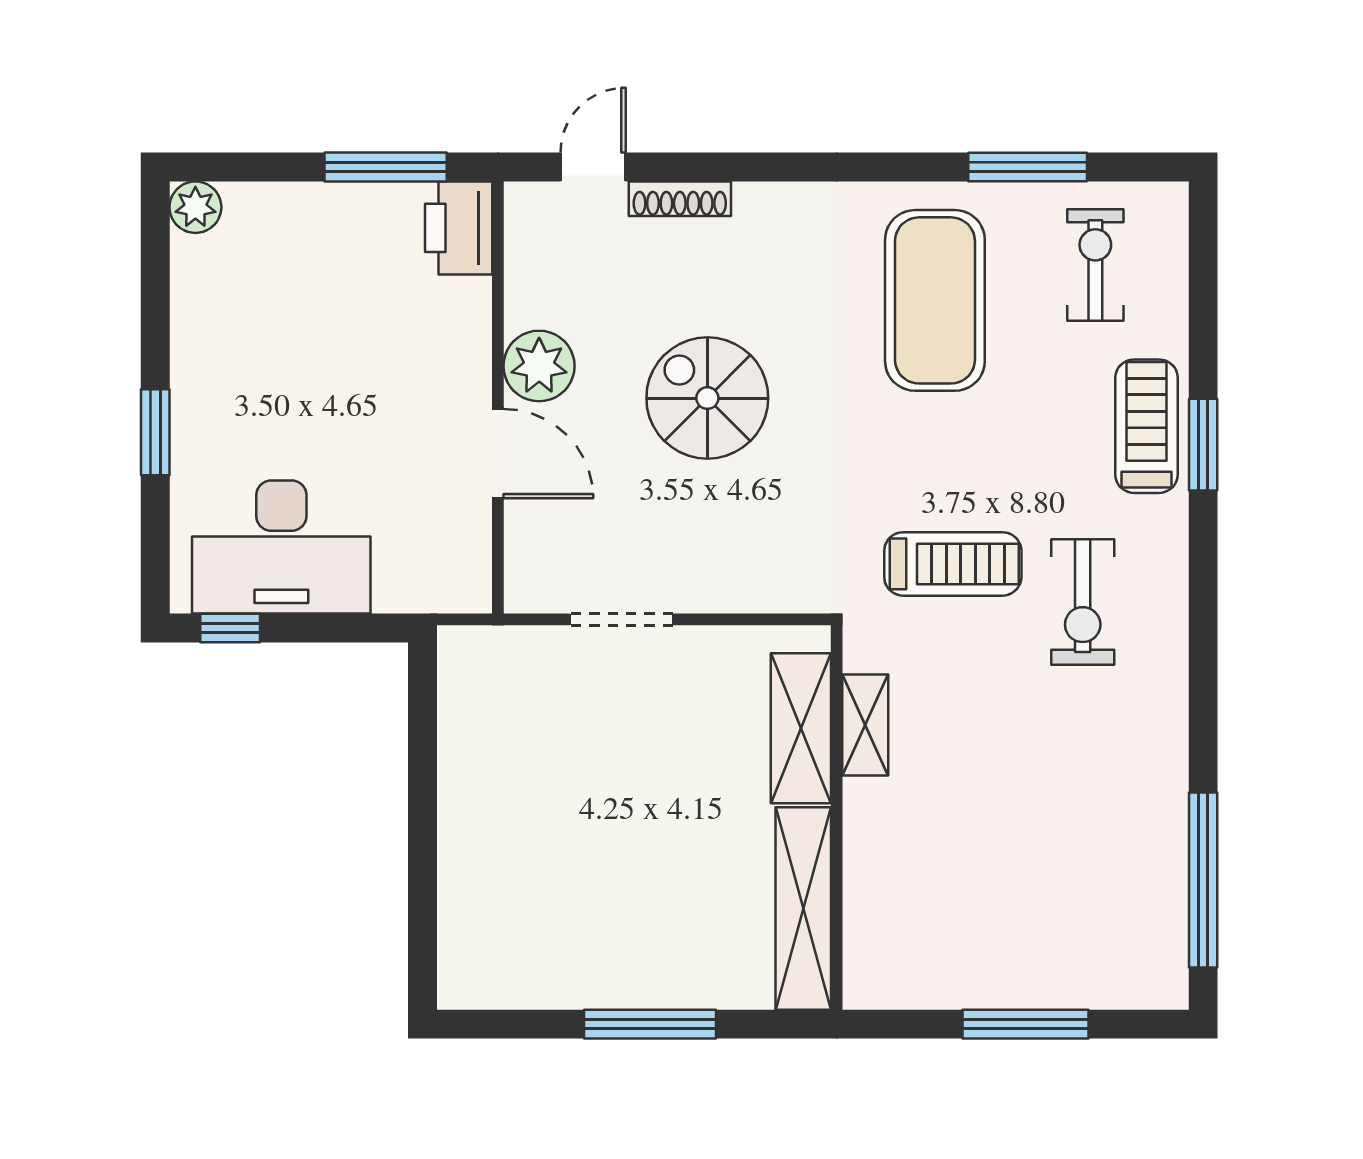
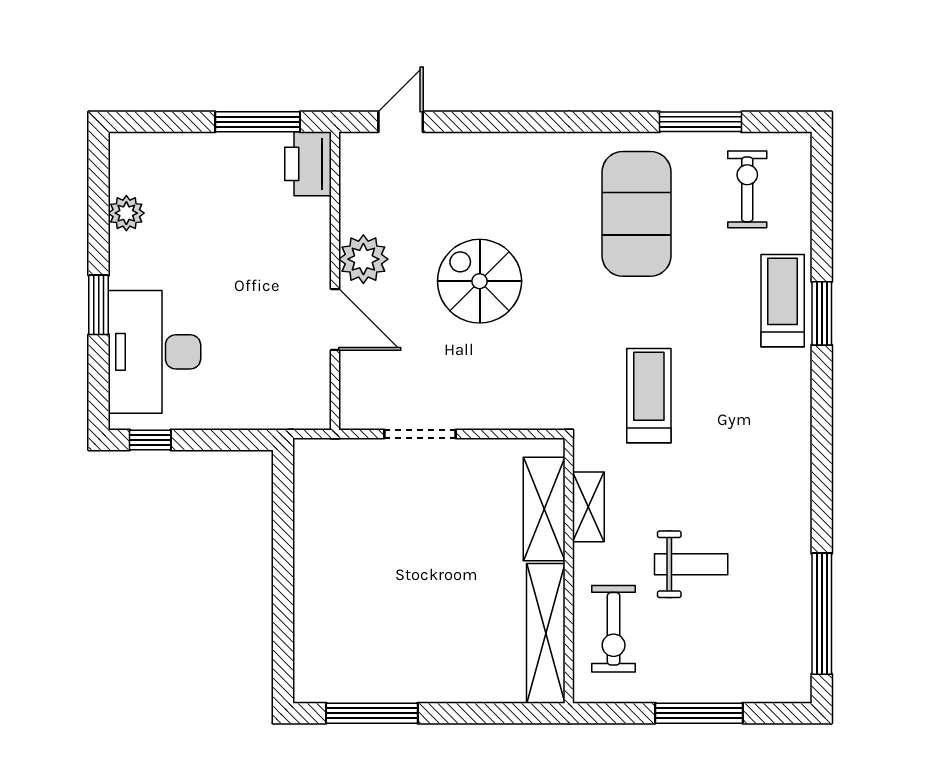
shoe rack: (680, 199) -> (461, 144), removed
plant: (195, 207) -> (126, 213), moved
desk: (281, 547) -> (154, 352), moved, turned 90
treadmill: (953, 564) -> (649, 396), turned -90
exercise bike: (1083, 602) -> (614, 629), moved
weight bench: (1014, 808) -> (691, 564), added
window: (650, 1024) -> (372, 713), moved

